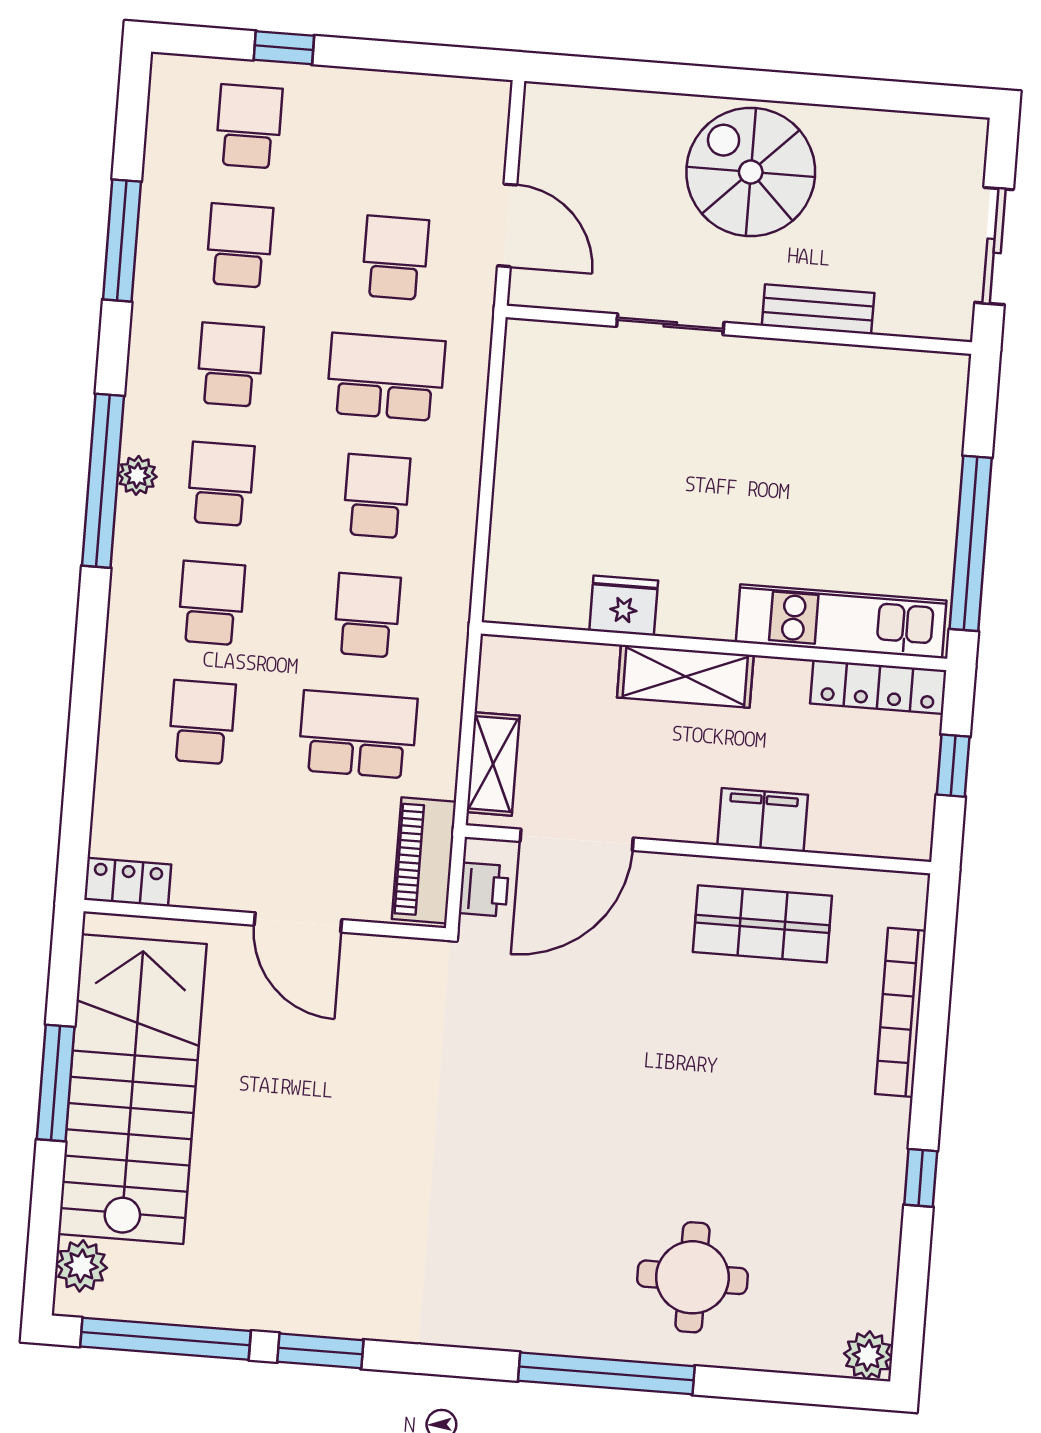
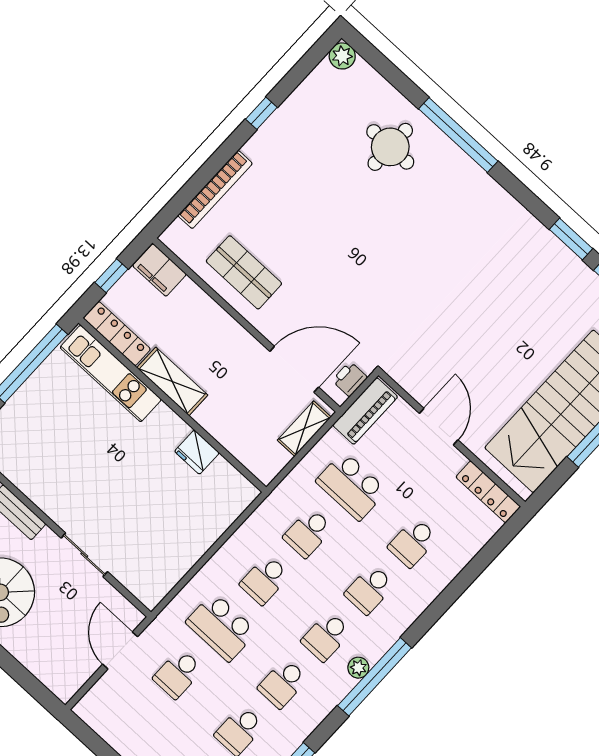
shelving: (685, 676) -> (172, 381), moved
filing cabinet: (763, 820) -> (160, 270), moved
locker: (128, 882) -> (488, 492), width x1.53

